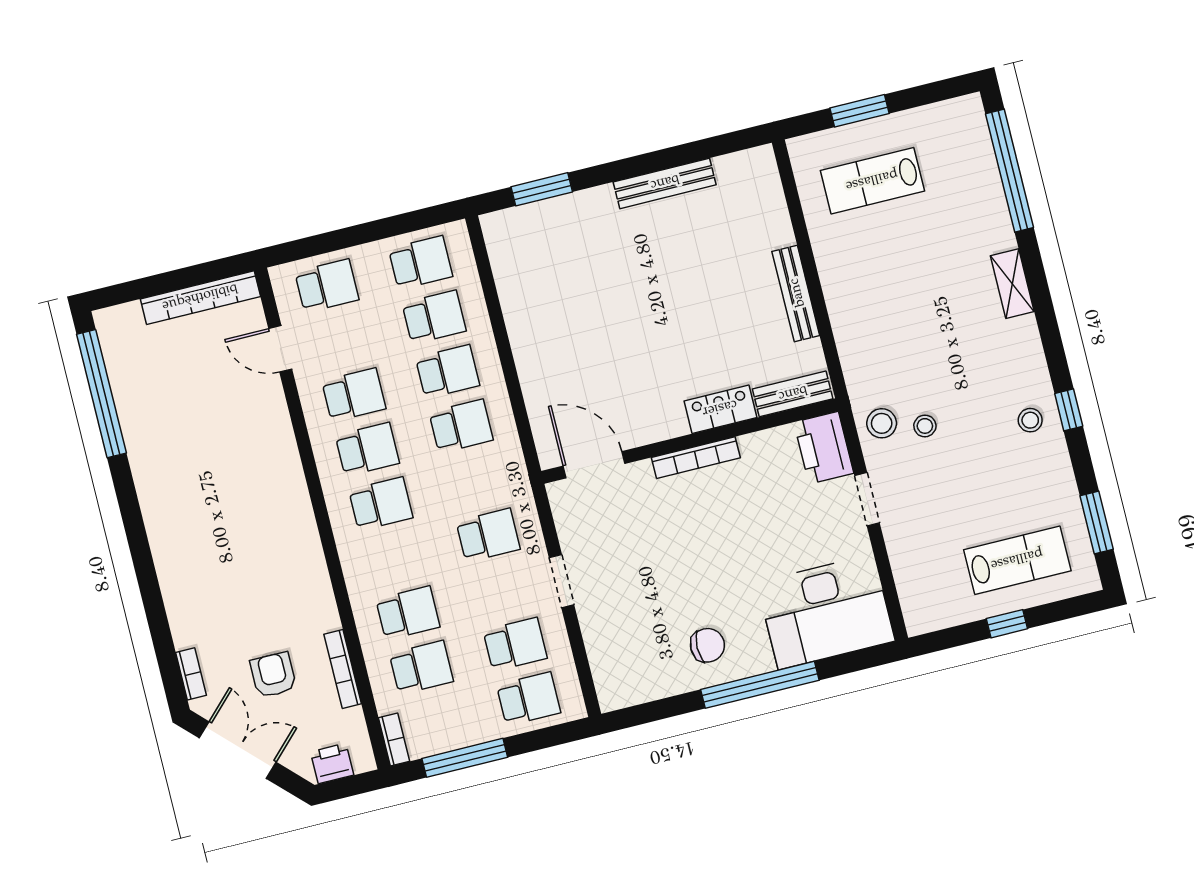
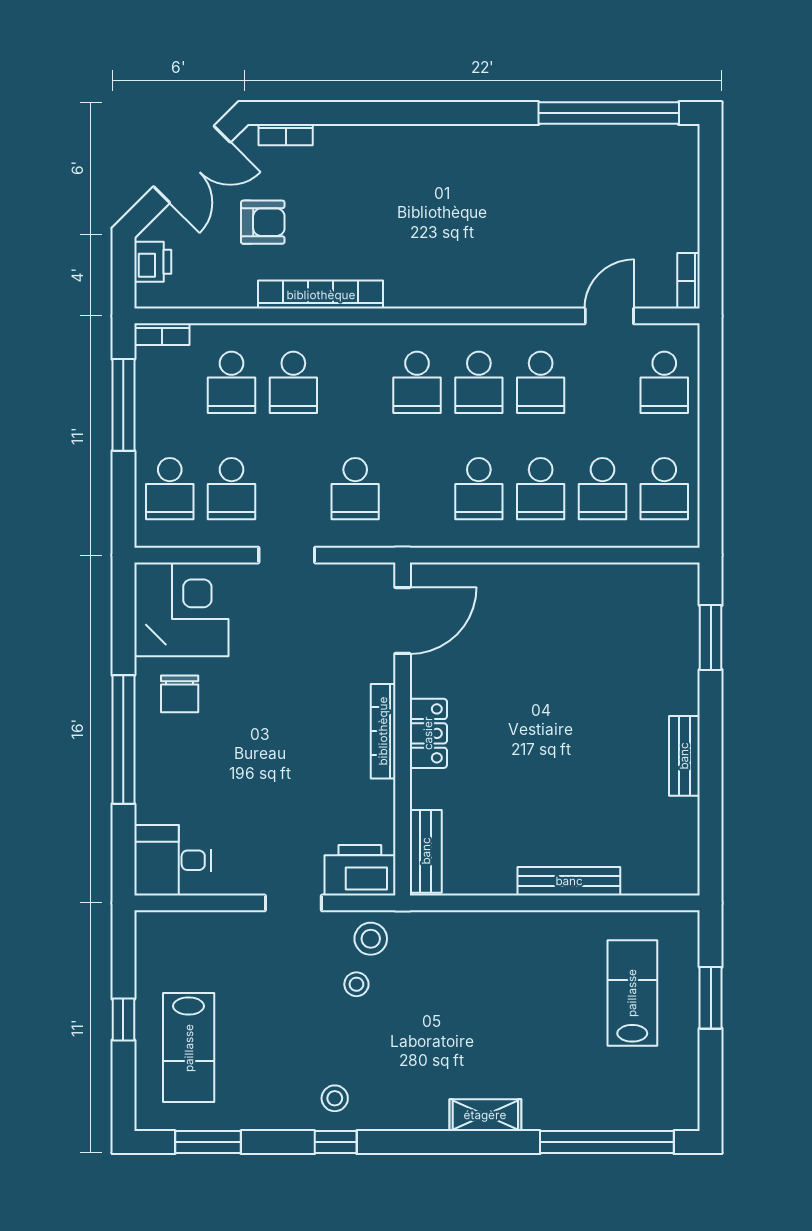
bench: (665, 183) -> (684, 756), width x0.73
bench: (796, 293) -> (569, 881), moved
bookcase: (200, 298) -> (688, 281), width x0.43, depth x0.76
locker: (720, 409) -> (428, 733), moved
desk: (826, 612) -> (173, 860), width x0.53, depth x0.77
corner desk: (632, 662) -> (181, 609), added
bookcase: (343, 669) -> (321, 295), moved, width x1.48, depth x1.31

